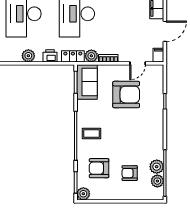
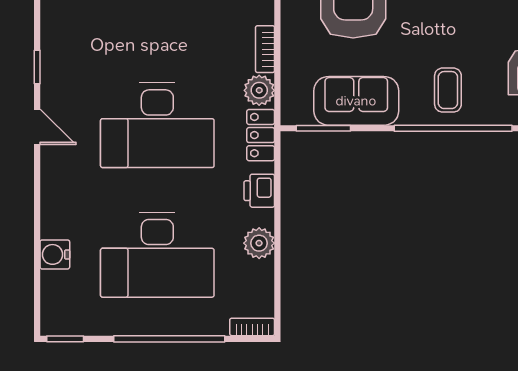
sofa: (87, 82) -> (356, 101), moved

